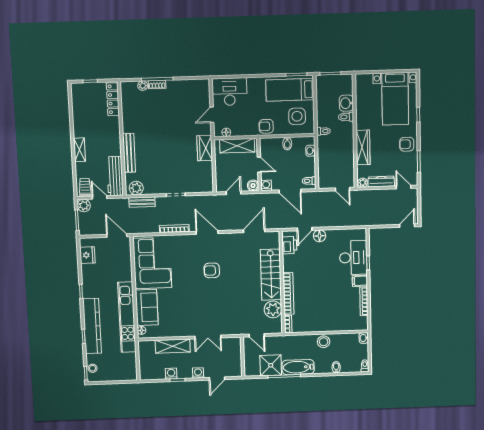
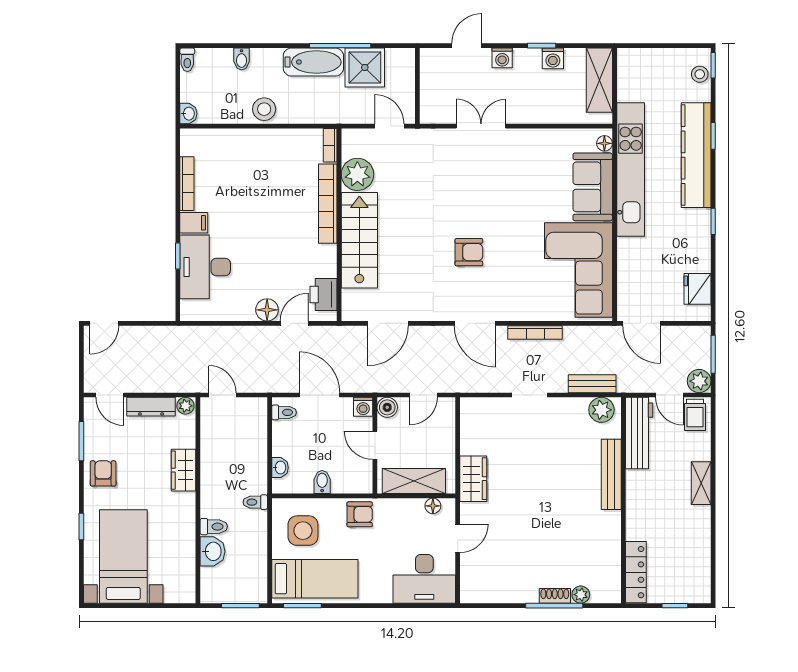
armchair: (407, 144) -> (103, 473), turned -90
wardrobe: (363, 147) -> (183, 470), width x0.67
shelving: (173, 346) -> (599, 80), moved, turned 90

